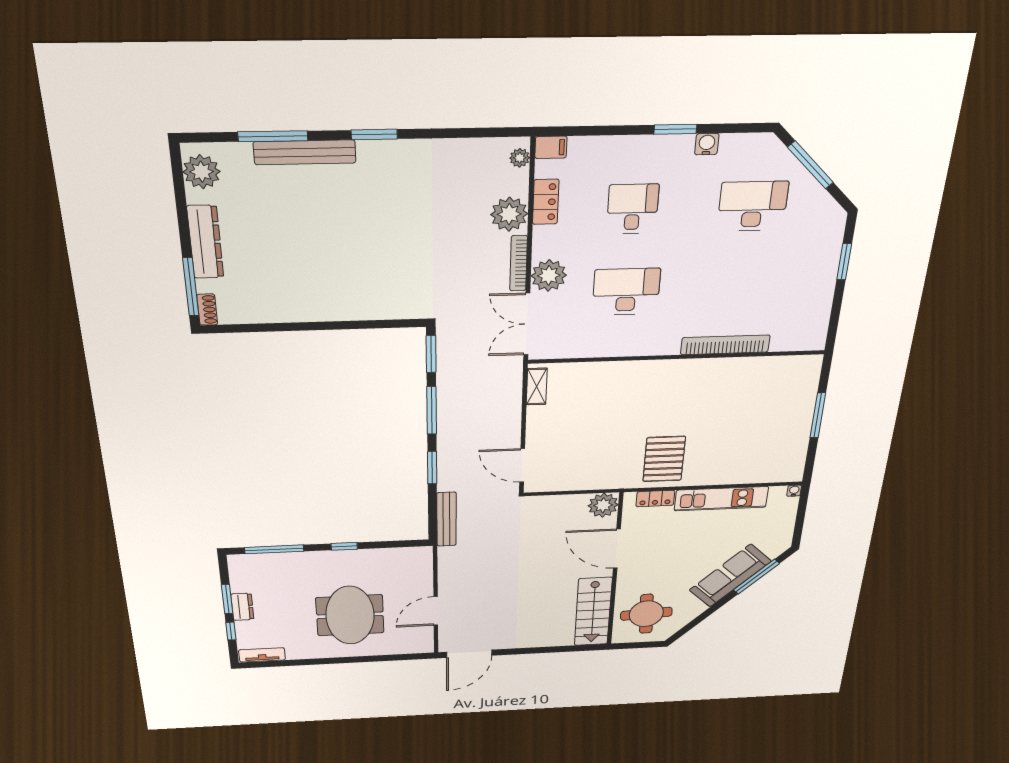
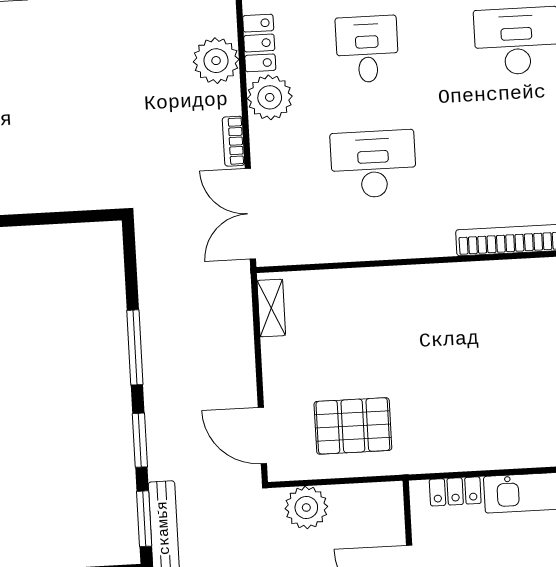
bookcase: (519, 263) -> (234, 141), width x0.64
plant: (549, 276) -> (270, 97), moved
window: (431, 354) -> (144, 519), moved
pallet: (664, 459) -> (353, 426), moved, turned 90
plant: (603, 505) -> (306, 508), moved

